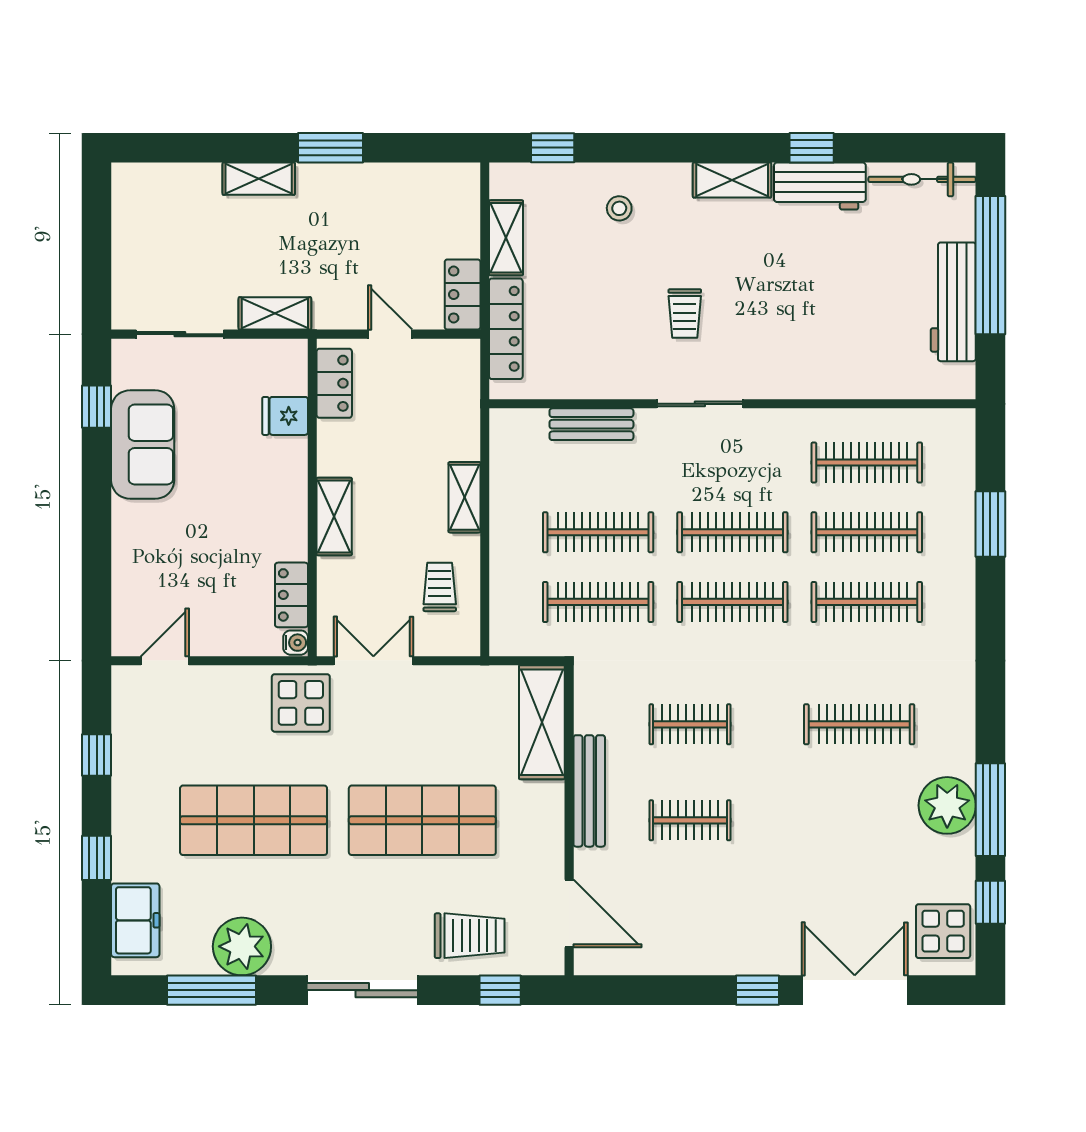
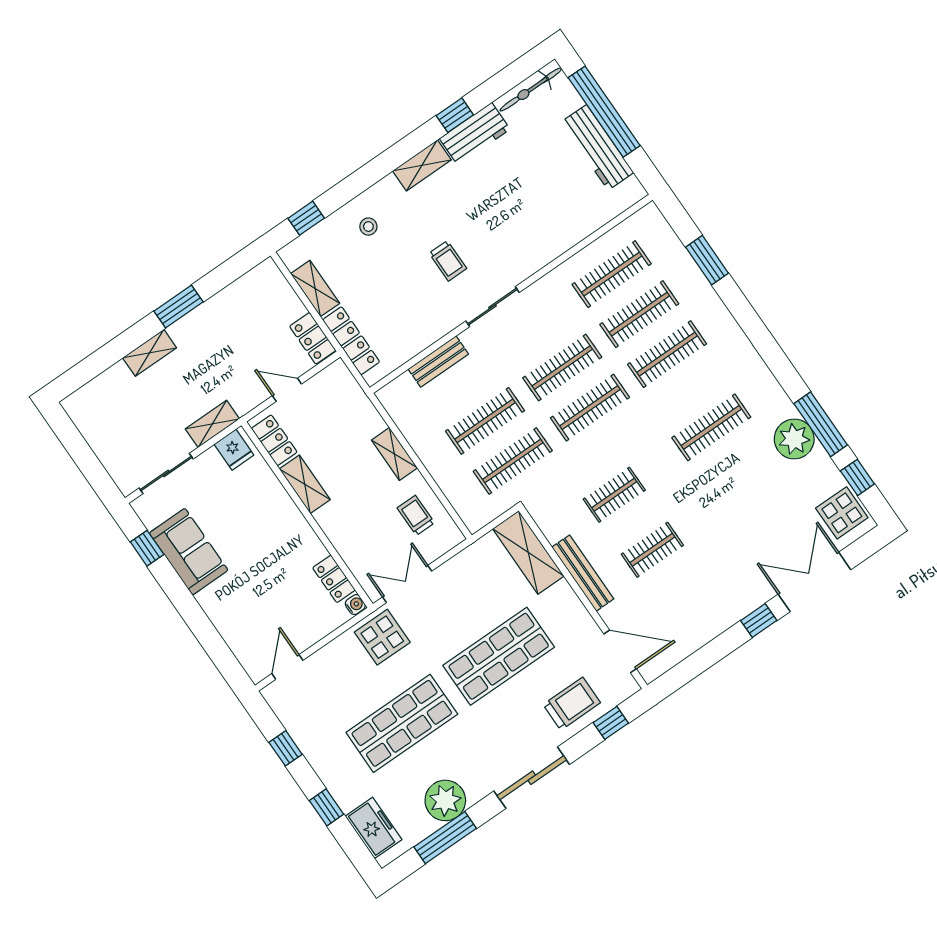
fridge: (285, 416) -> (234, 450), moved, turned -90
shelving: (334, 517) -> (305, 484), moved

